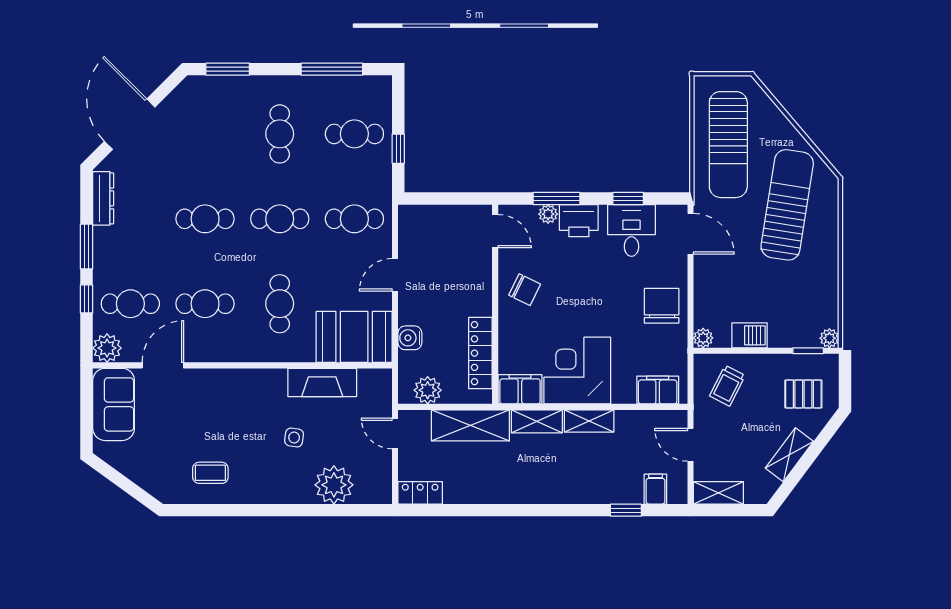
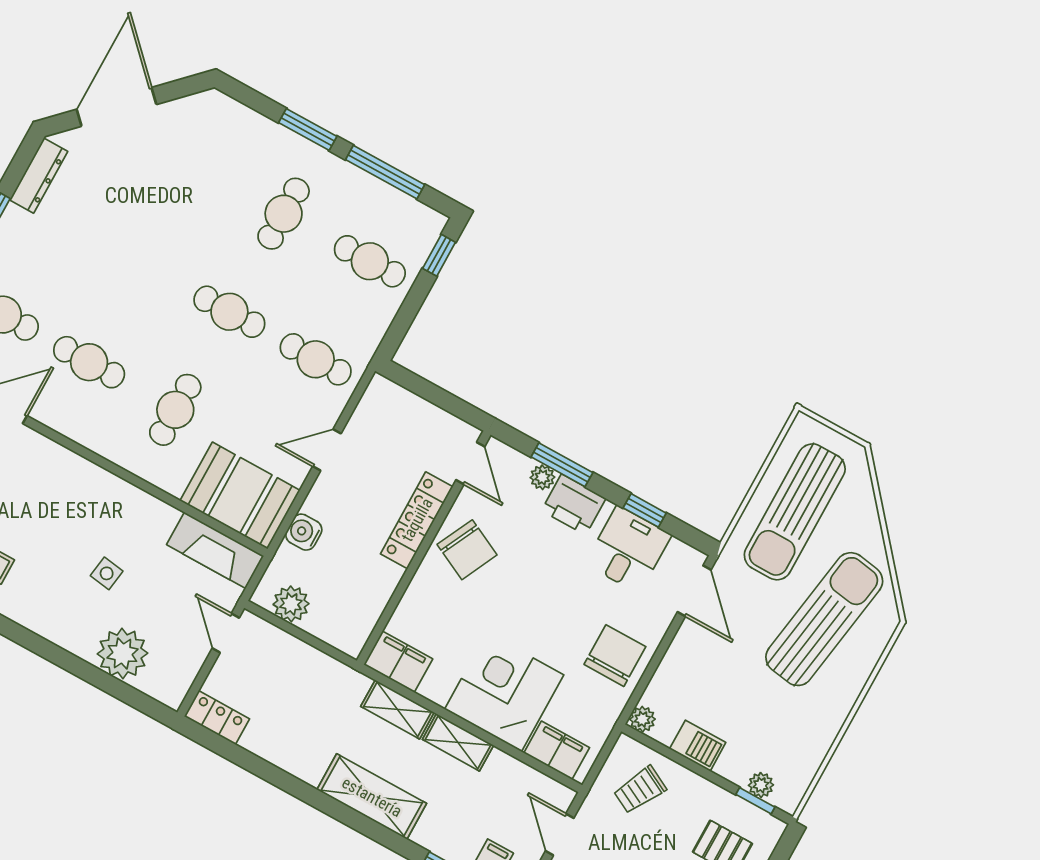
window: (228, 69) -> (308, 129), moved
window: (398, 149) -> (439, 255), moved
cafe table: (205, 219) -> (143, 264), removed
chair: (525, 290) -> (467, 550), width x1.37, depth x1.37
plant: (829, 338) -> (761, 785), moved
locker: (480, 353) -> (417, 520), moved
corner desk: (577, 371) -> (504, 692), moved
fireplace: (322, 382) -> (215, 550), moved
shelving: (470, 425) -> (372, 797), moved

